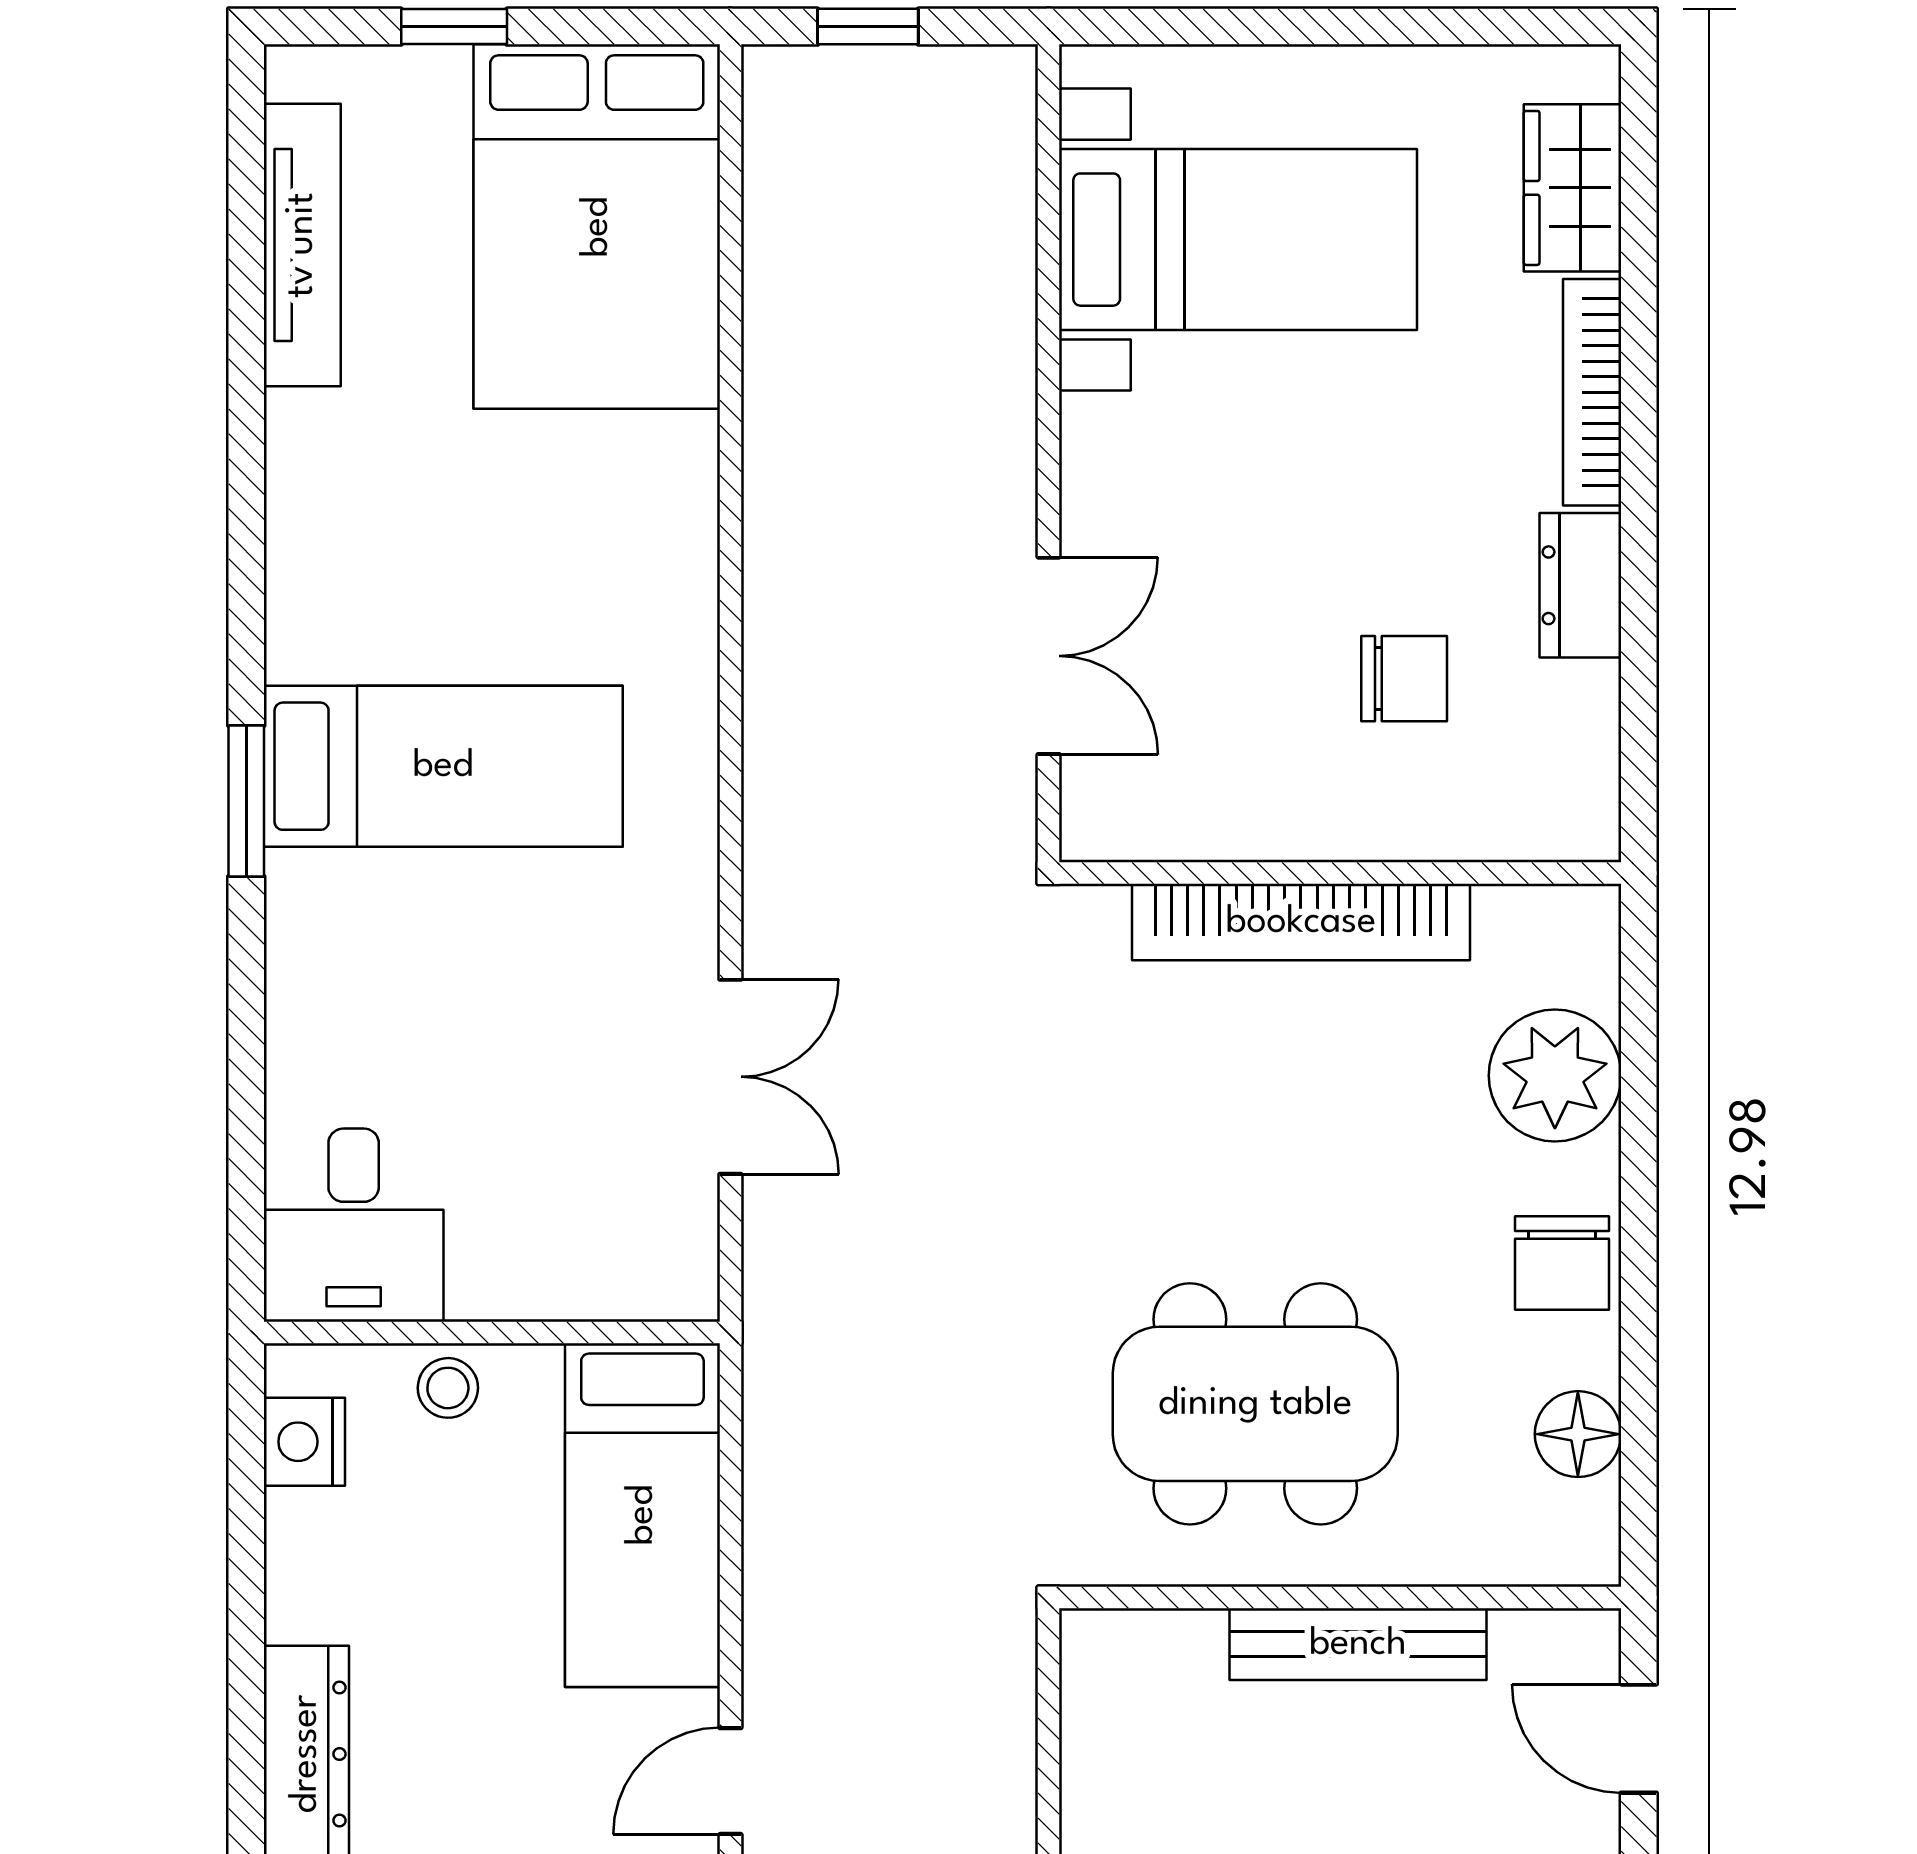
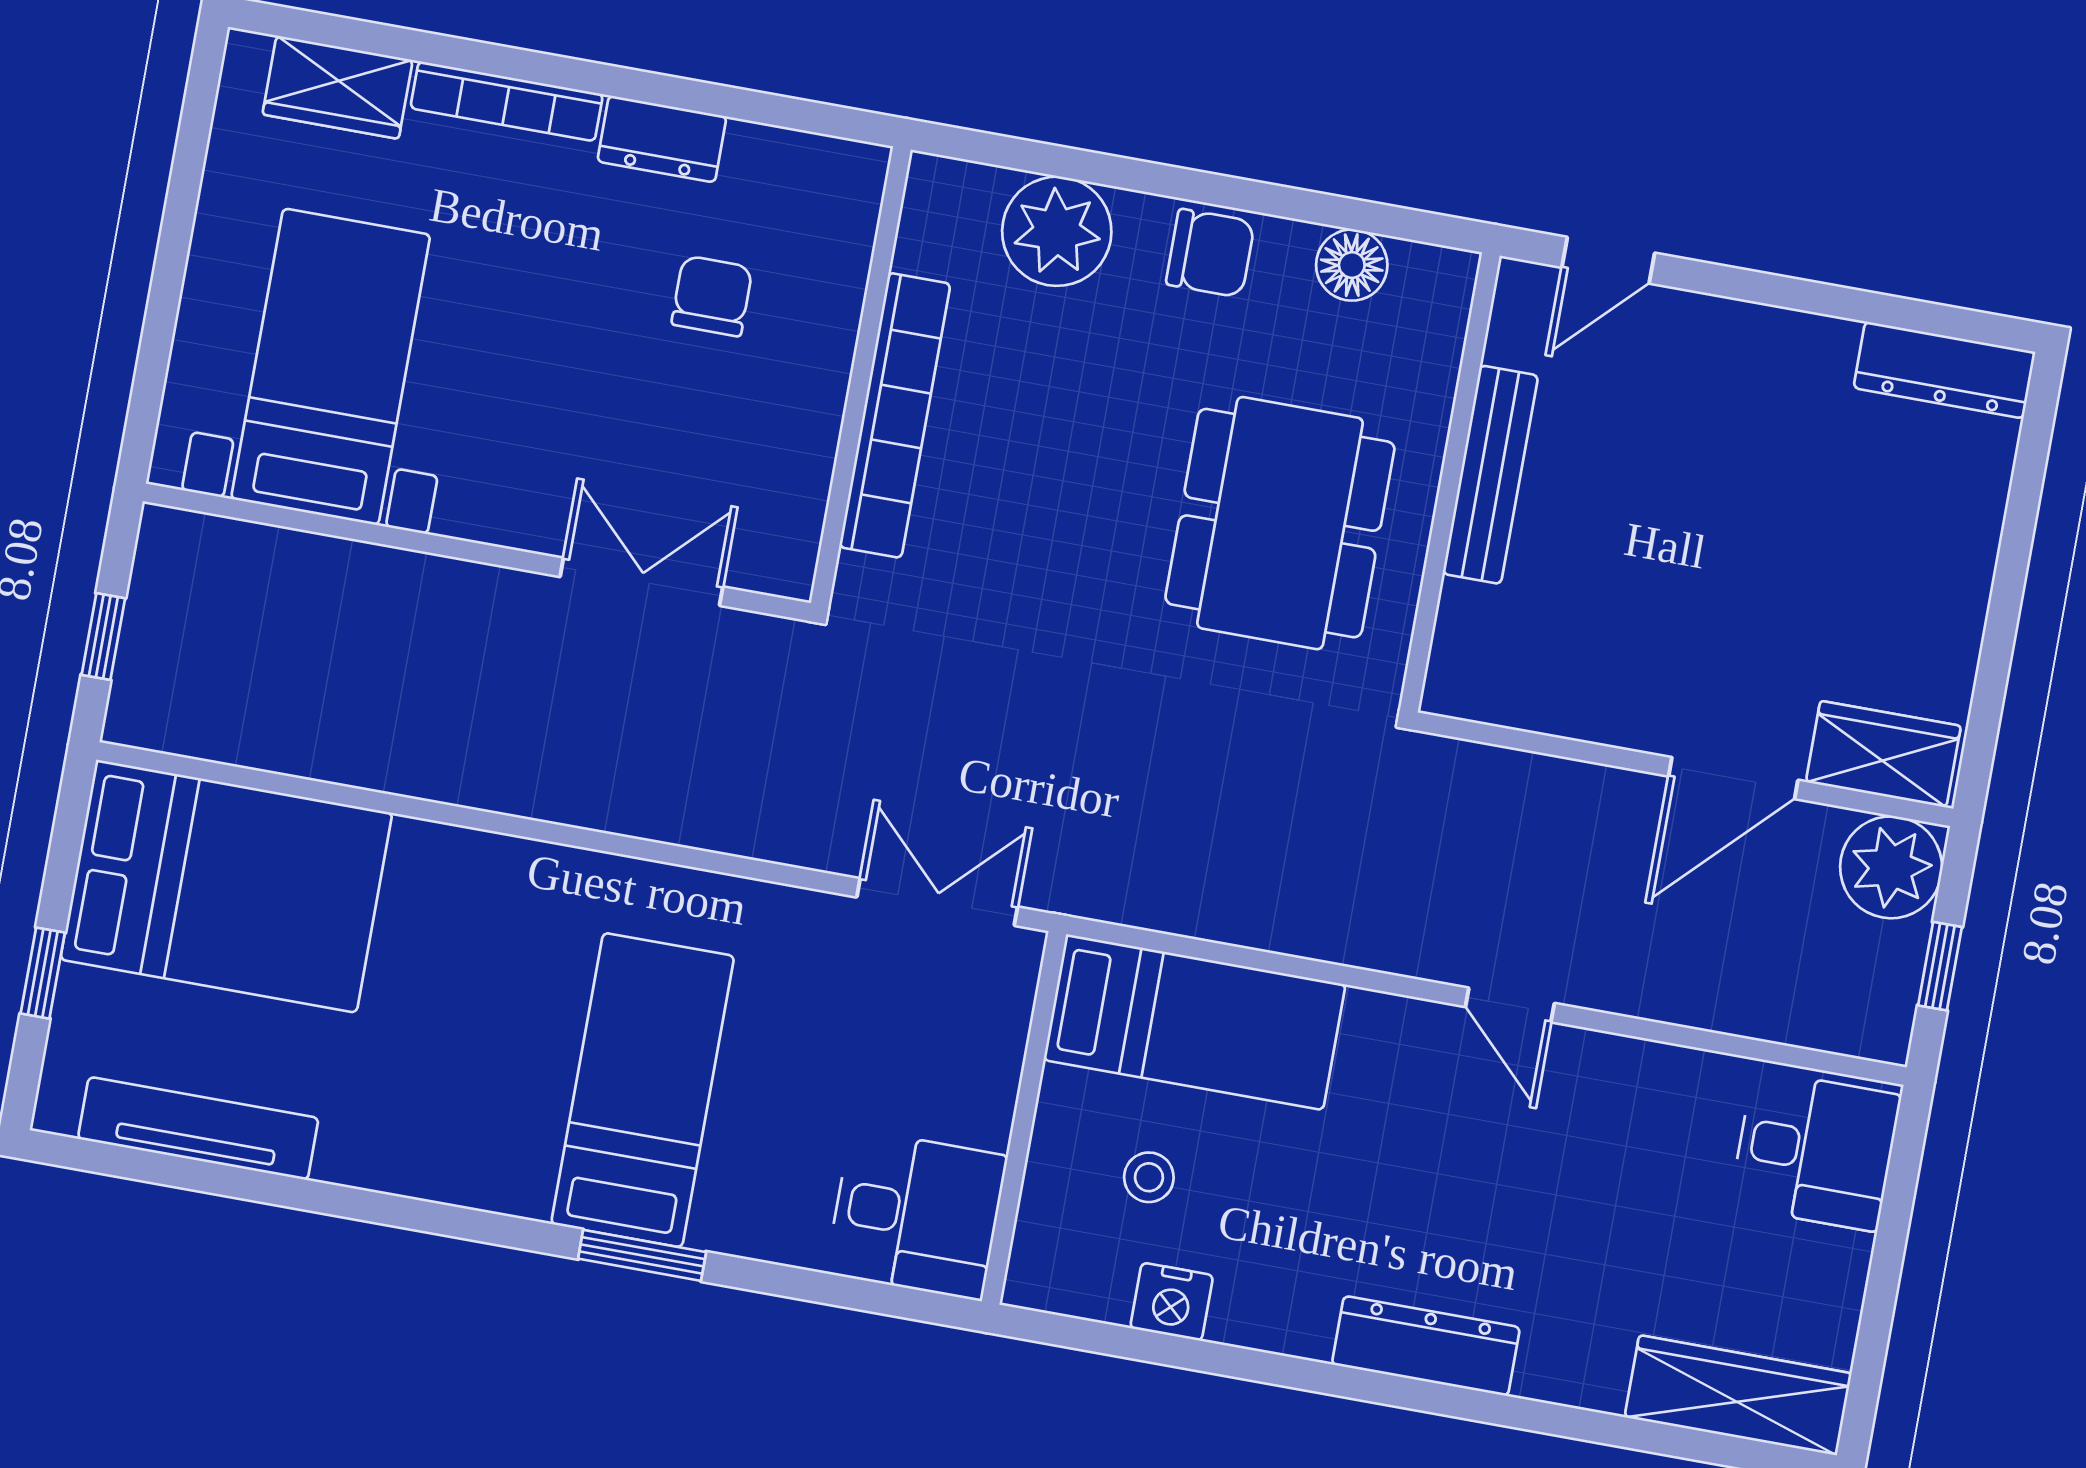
desk: (354, 1225) -> (917, 1215), moved
wall: (492, 1332) -> (1024, 1118), moved
bed: (642, 1515) -> (1195, 1022), moved

